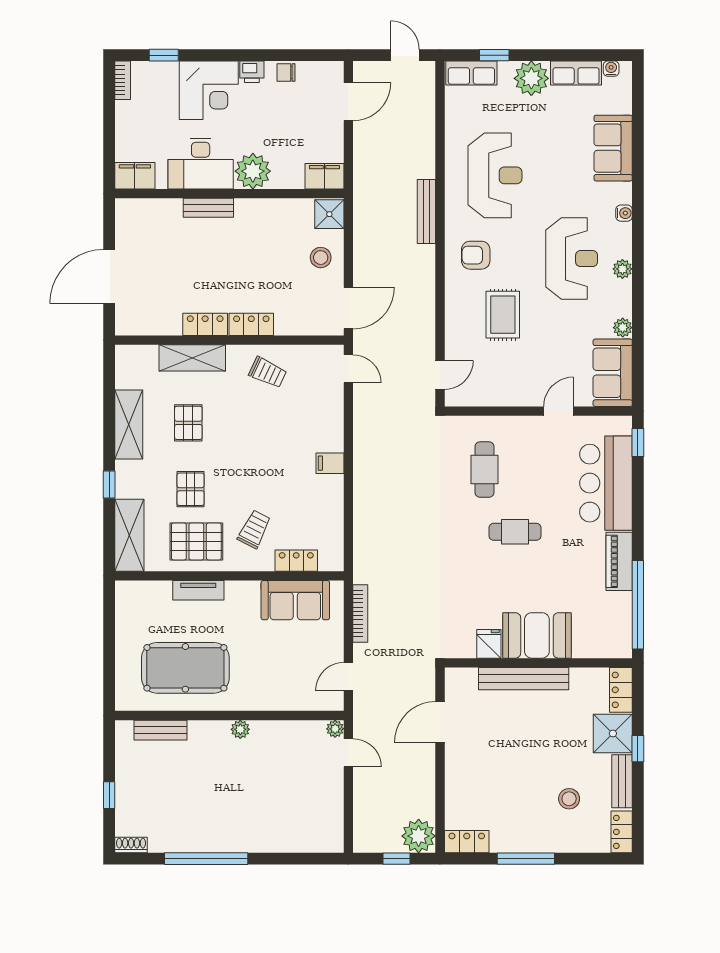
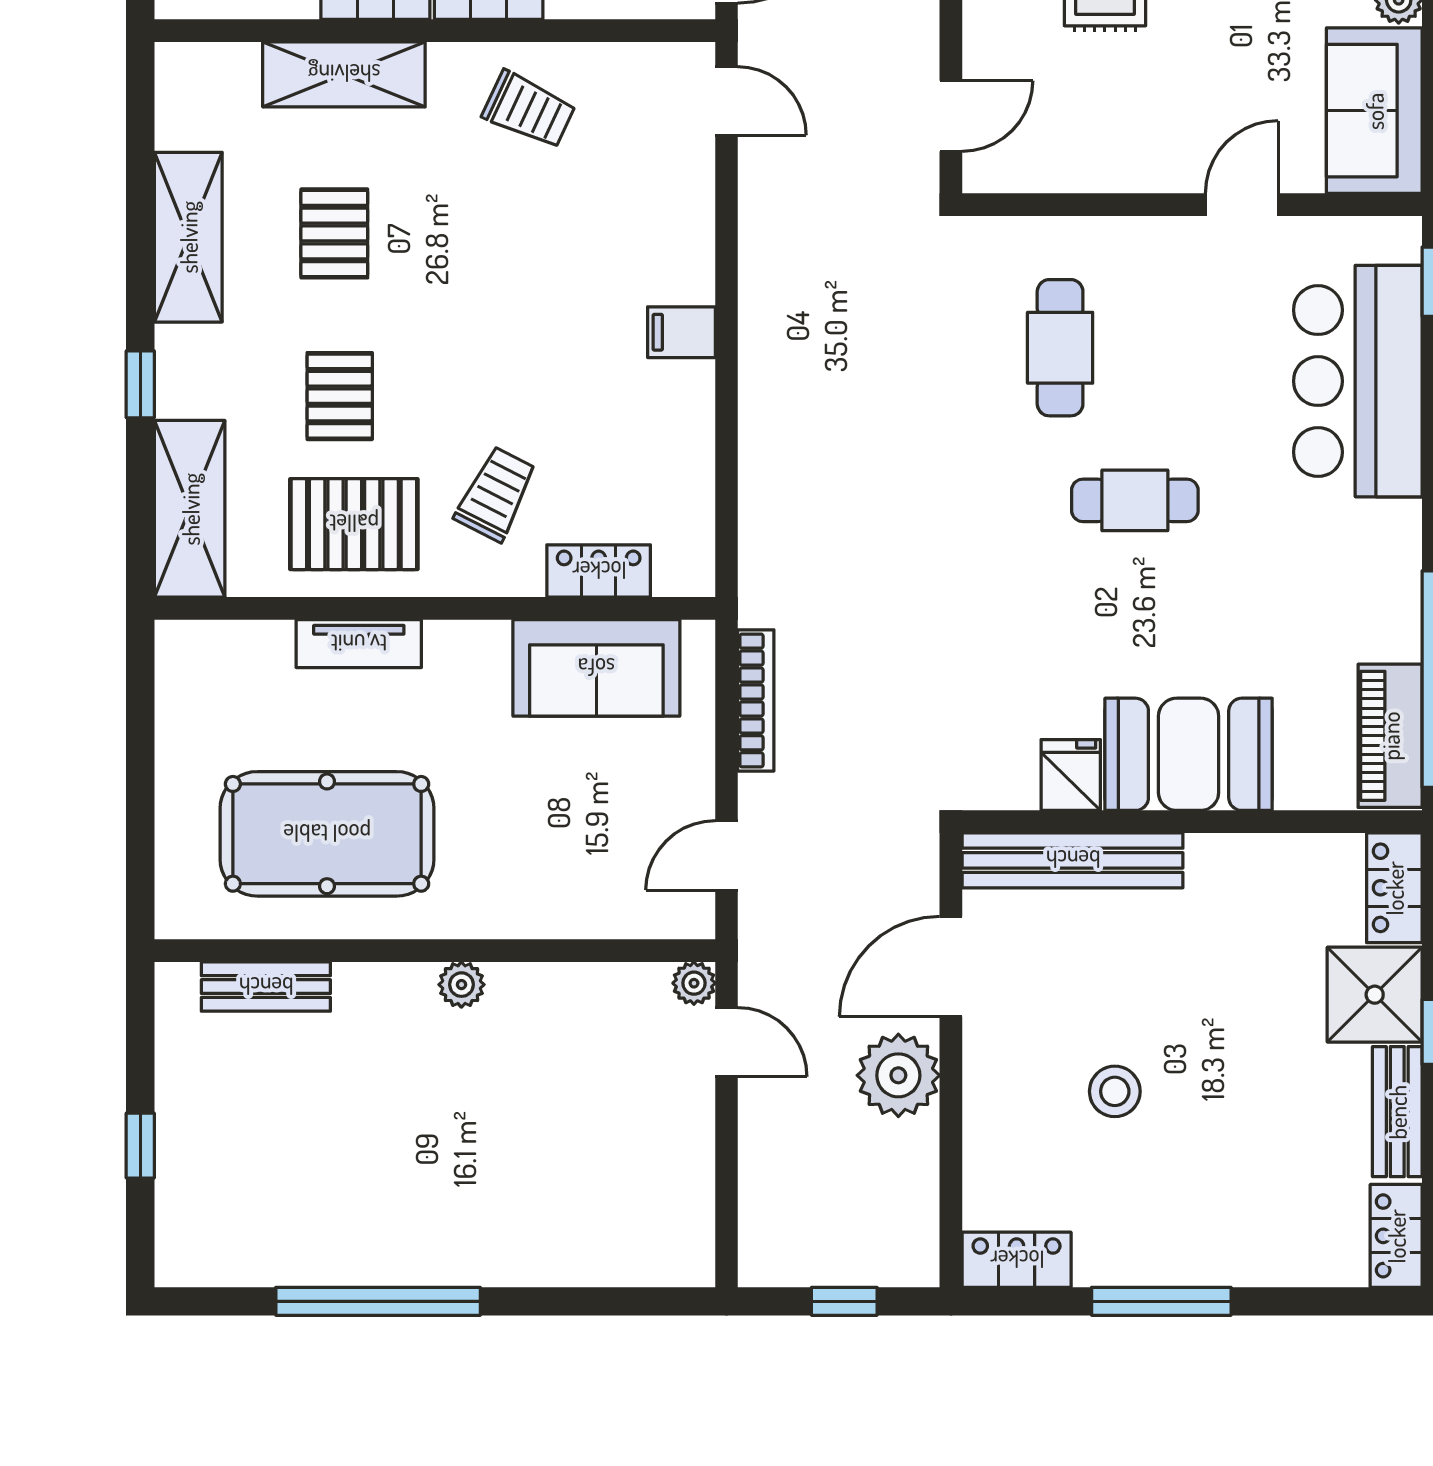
piano: (619, 561) -> (1390, 736), moved
bench: (524, 679) -> (1073, 860), moved
stool: (569, 799) -> (1115, 1091), moved
plant: (419, 836) -> (898, 1075), moved
shoe rack: (131, 845) -> (194, 1268), removed

